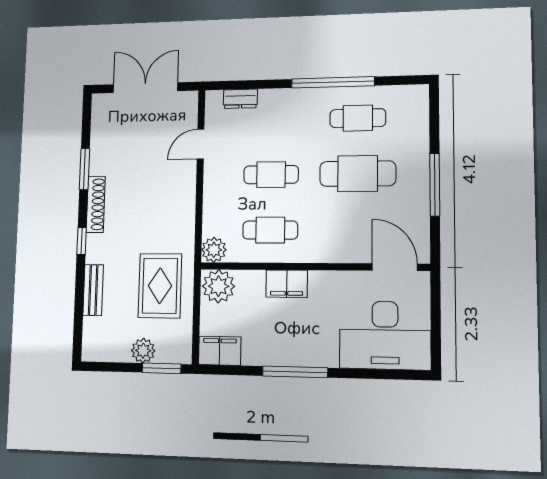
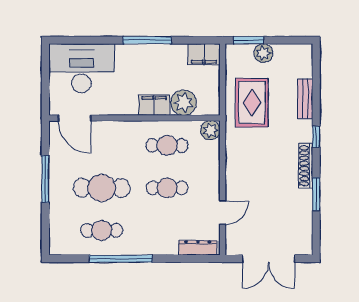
dresser: (240, 99) -> (198, 248), width x1.44
plant: (218, 286) -> (184, 103), moved

